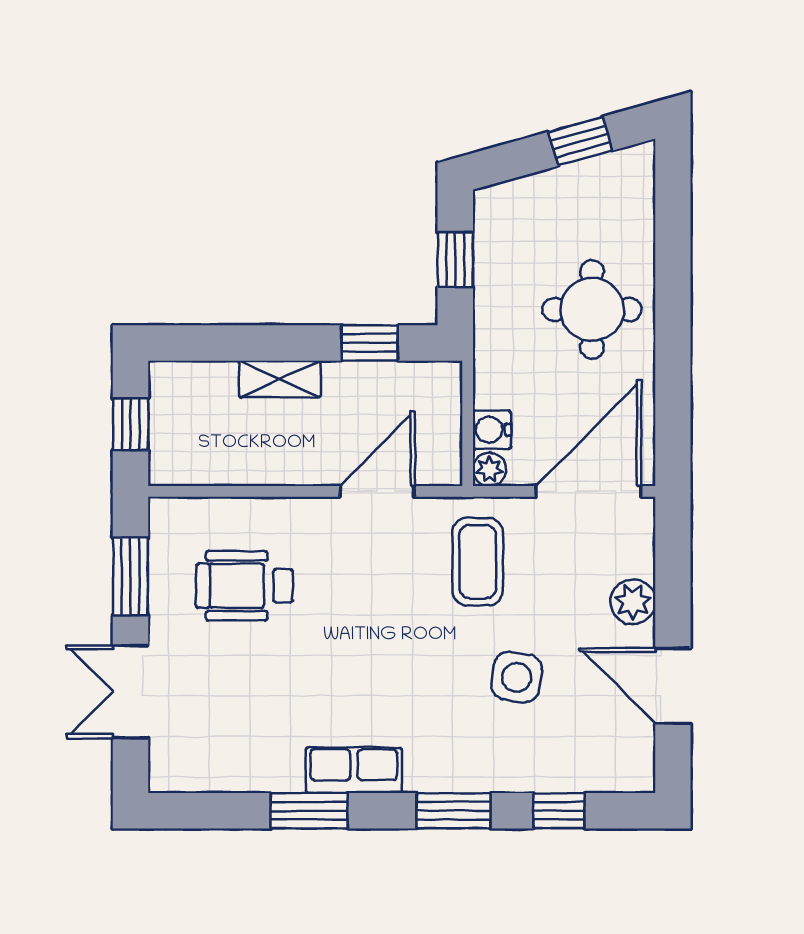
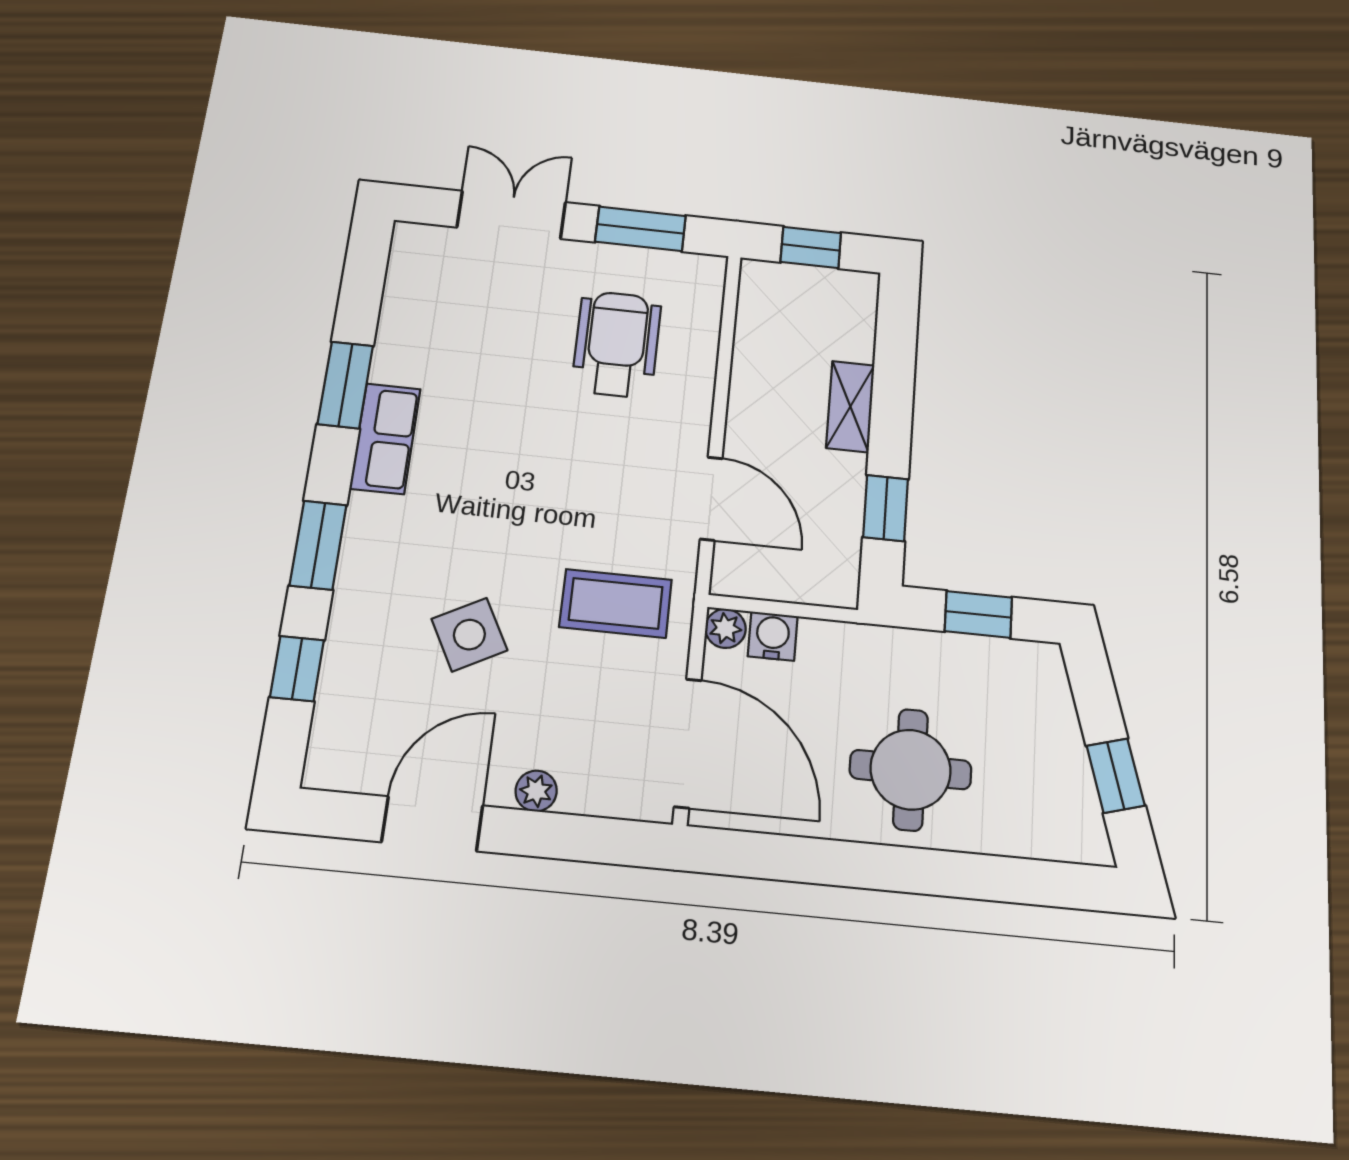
plant: (633, 602) -> (536, 791), width x0.73, depth x0.73
side table: (517, 677) -> (469, 635), turned -36

